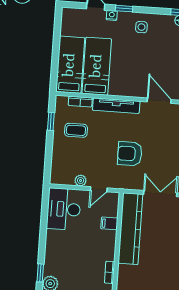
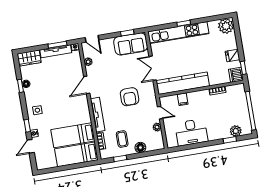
floor lamp: (59, 152) -> (140, 147), added
desk: (64, 209) -> (191, 132), moved

